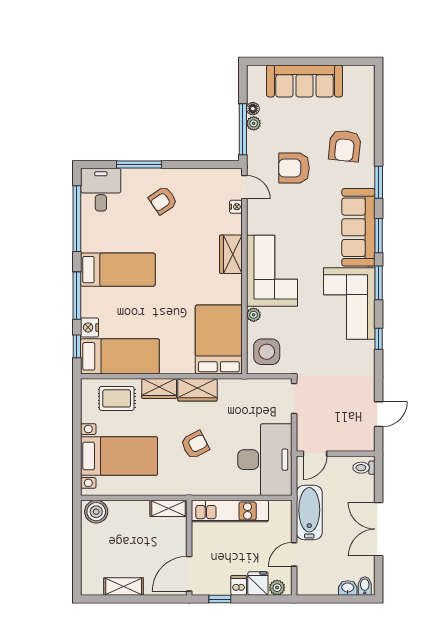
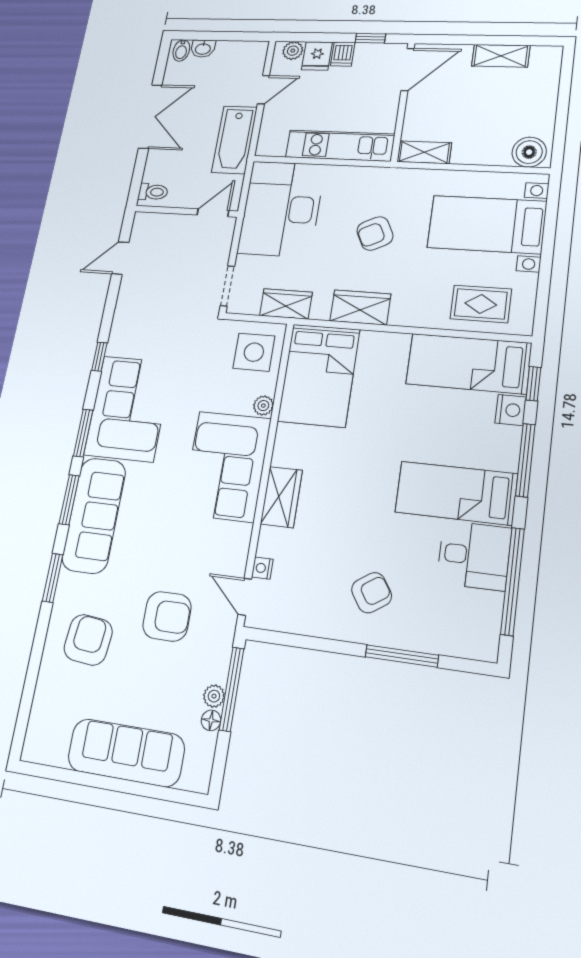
desk: (101, 190) -> (474, 555), moved, turned -90
wardrobe: (159, 388) -> (286, 304), moved

